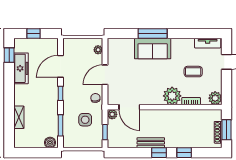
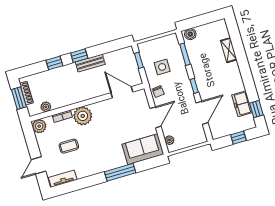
sofa: (153, 49) -> (143, 149), moved
freezer: (21, 68) -> (242, 104), width x0.71
plant: (112, 114) -> (46, 107), moved

